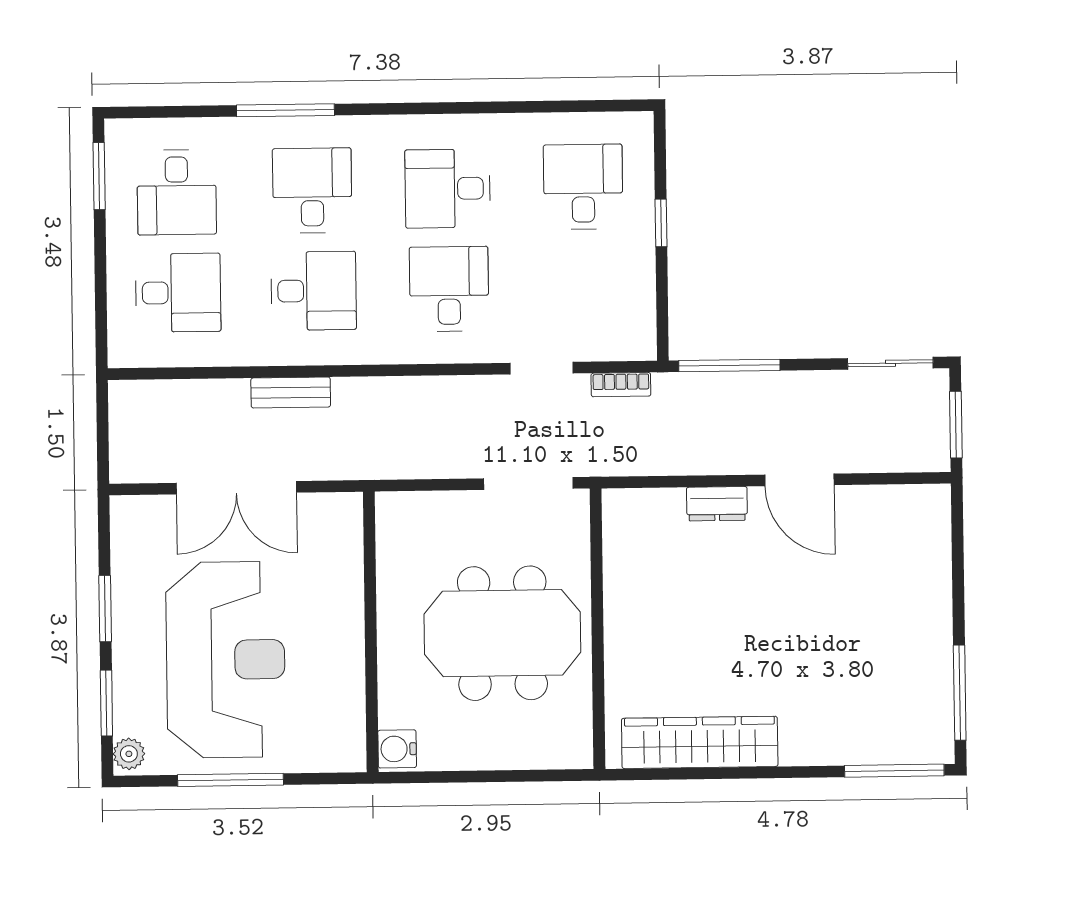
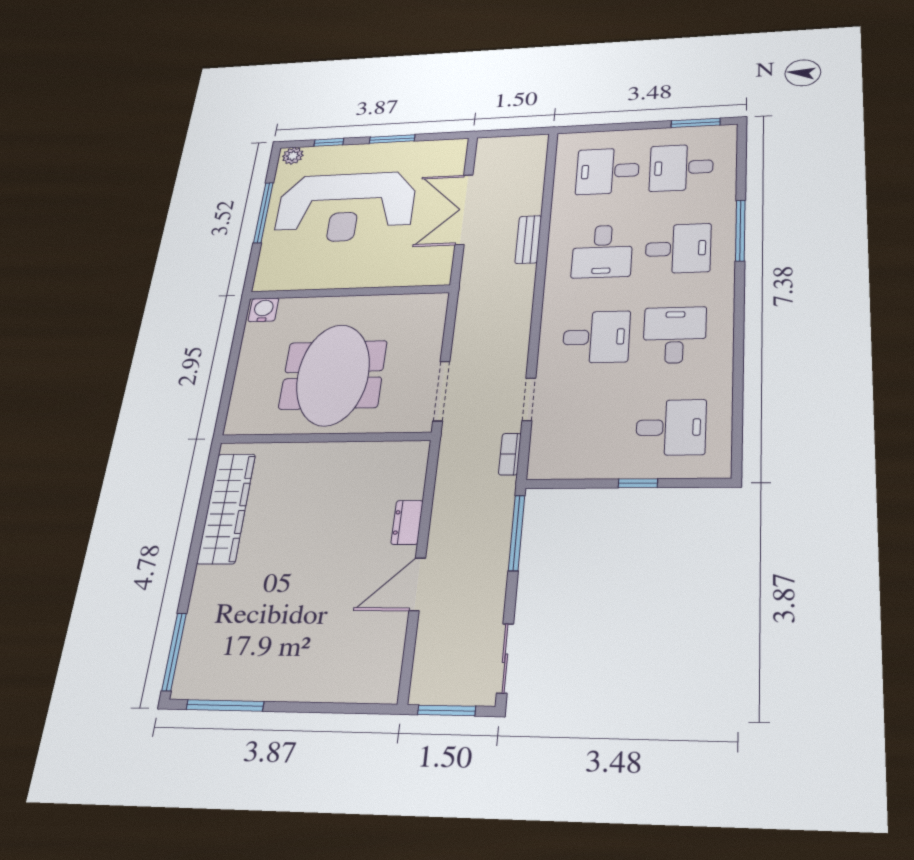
desk: (178, 293) -> (608, 171), turned 90
window: (106, 703) -> (329, 142), width x0.67

